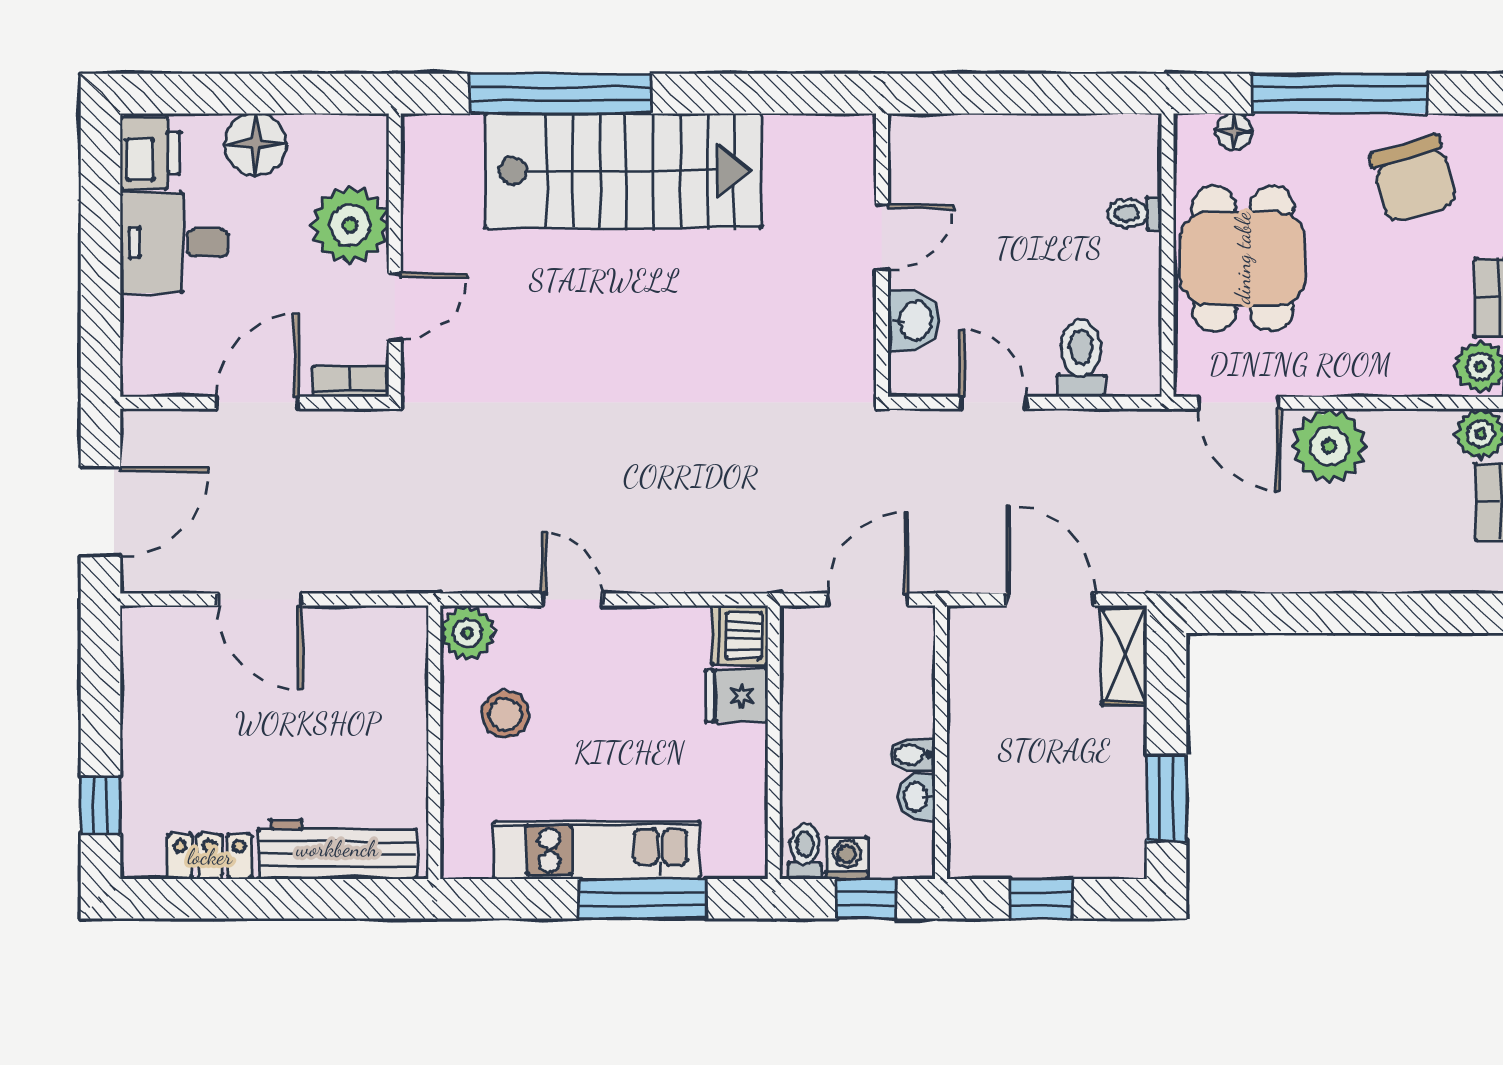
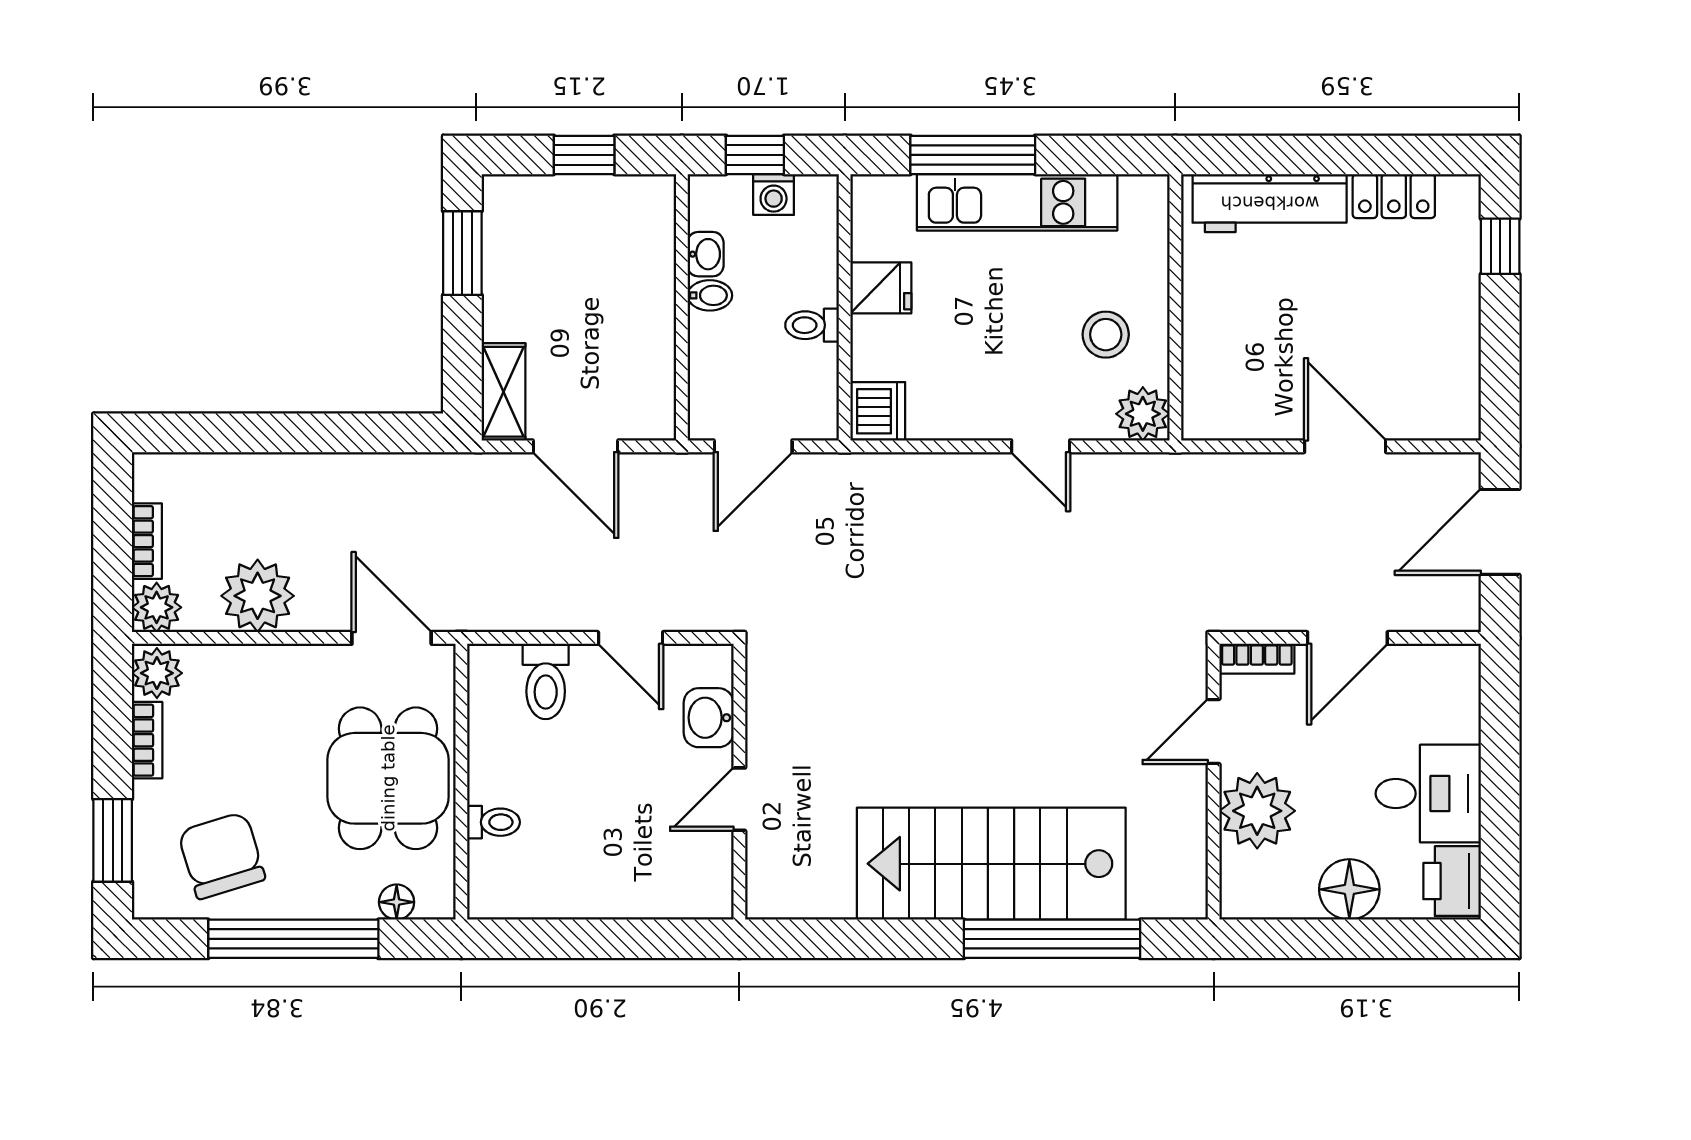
plant: (1329, 446) -> (258, 596), moved
fridge: (737, 696) -> (881, 288), moved
toilet: (805, 851) -> (812, 325), moved, turned 90

